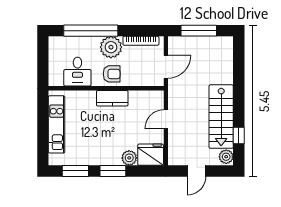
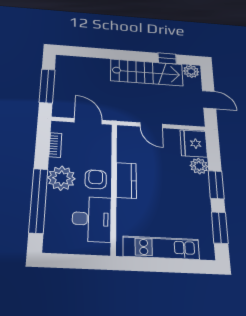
bookcase: (141, 41) -> (55, 145), width x0.64
desk: (77, 72) -> (92, 219), width x1.37

